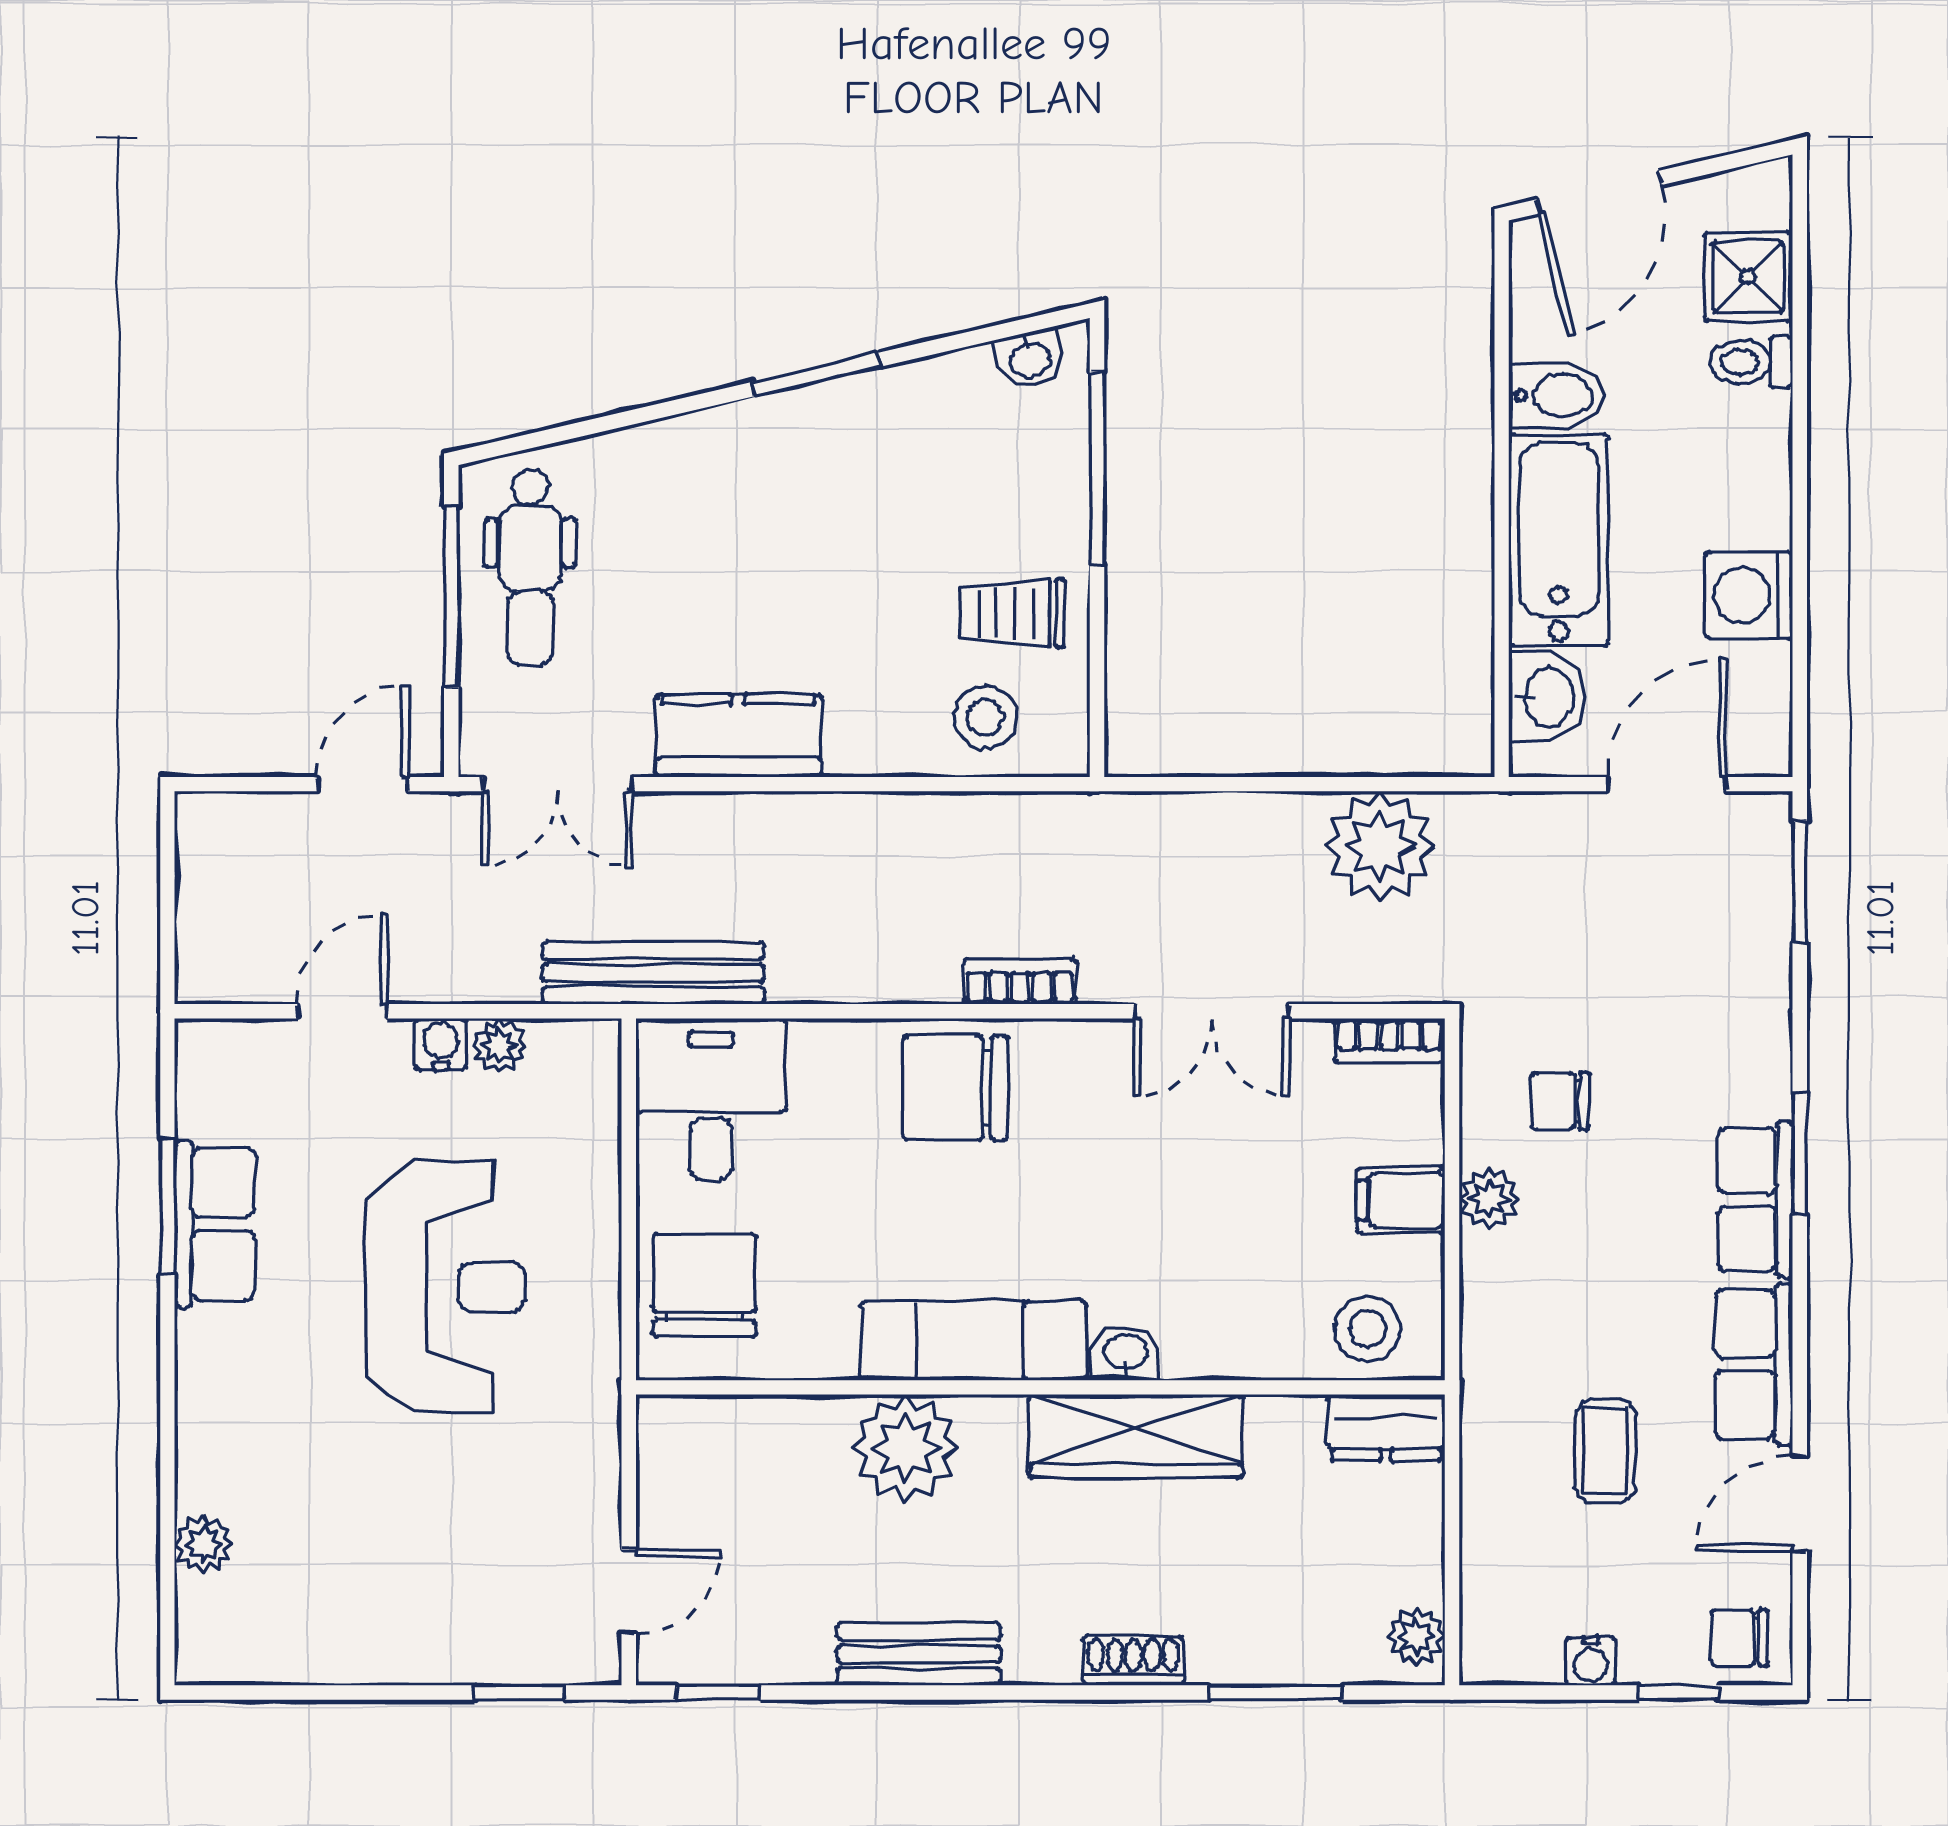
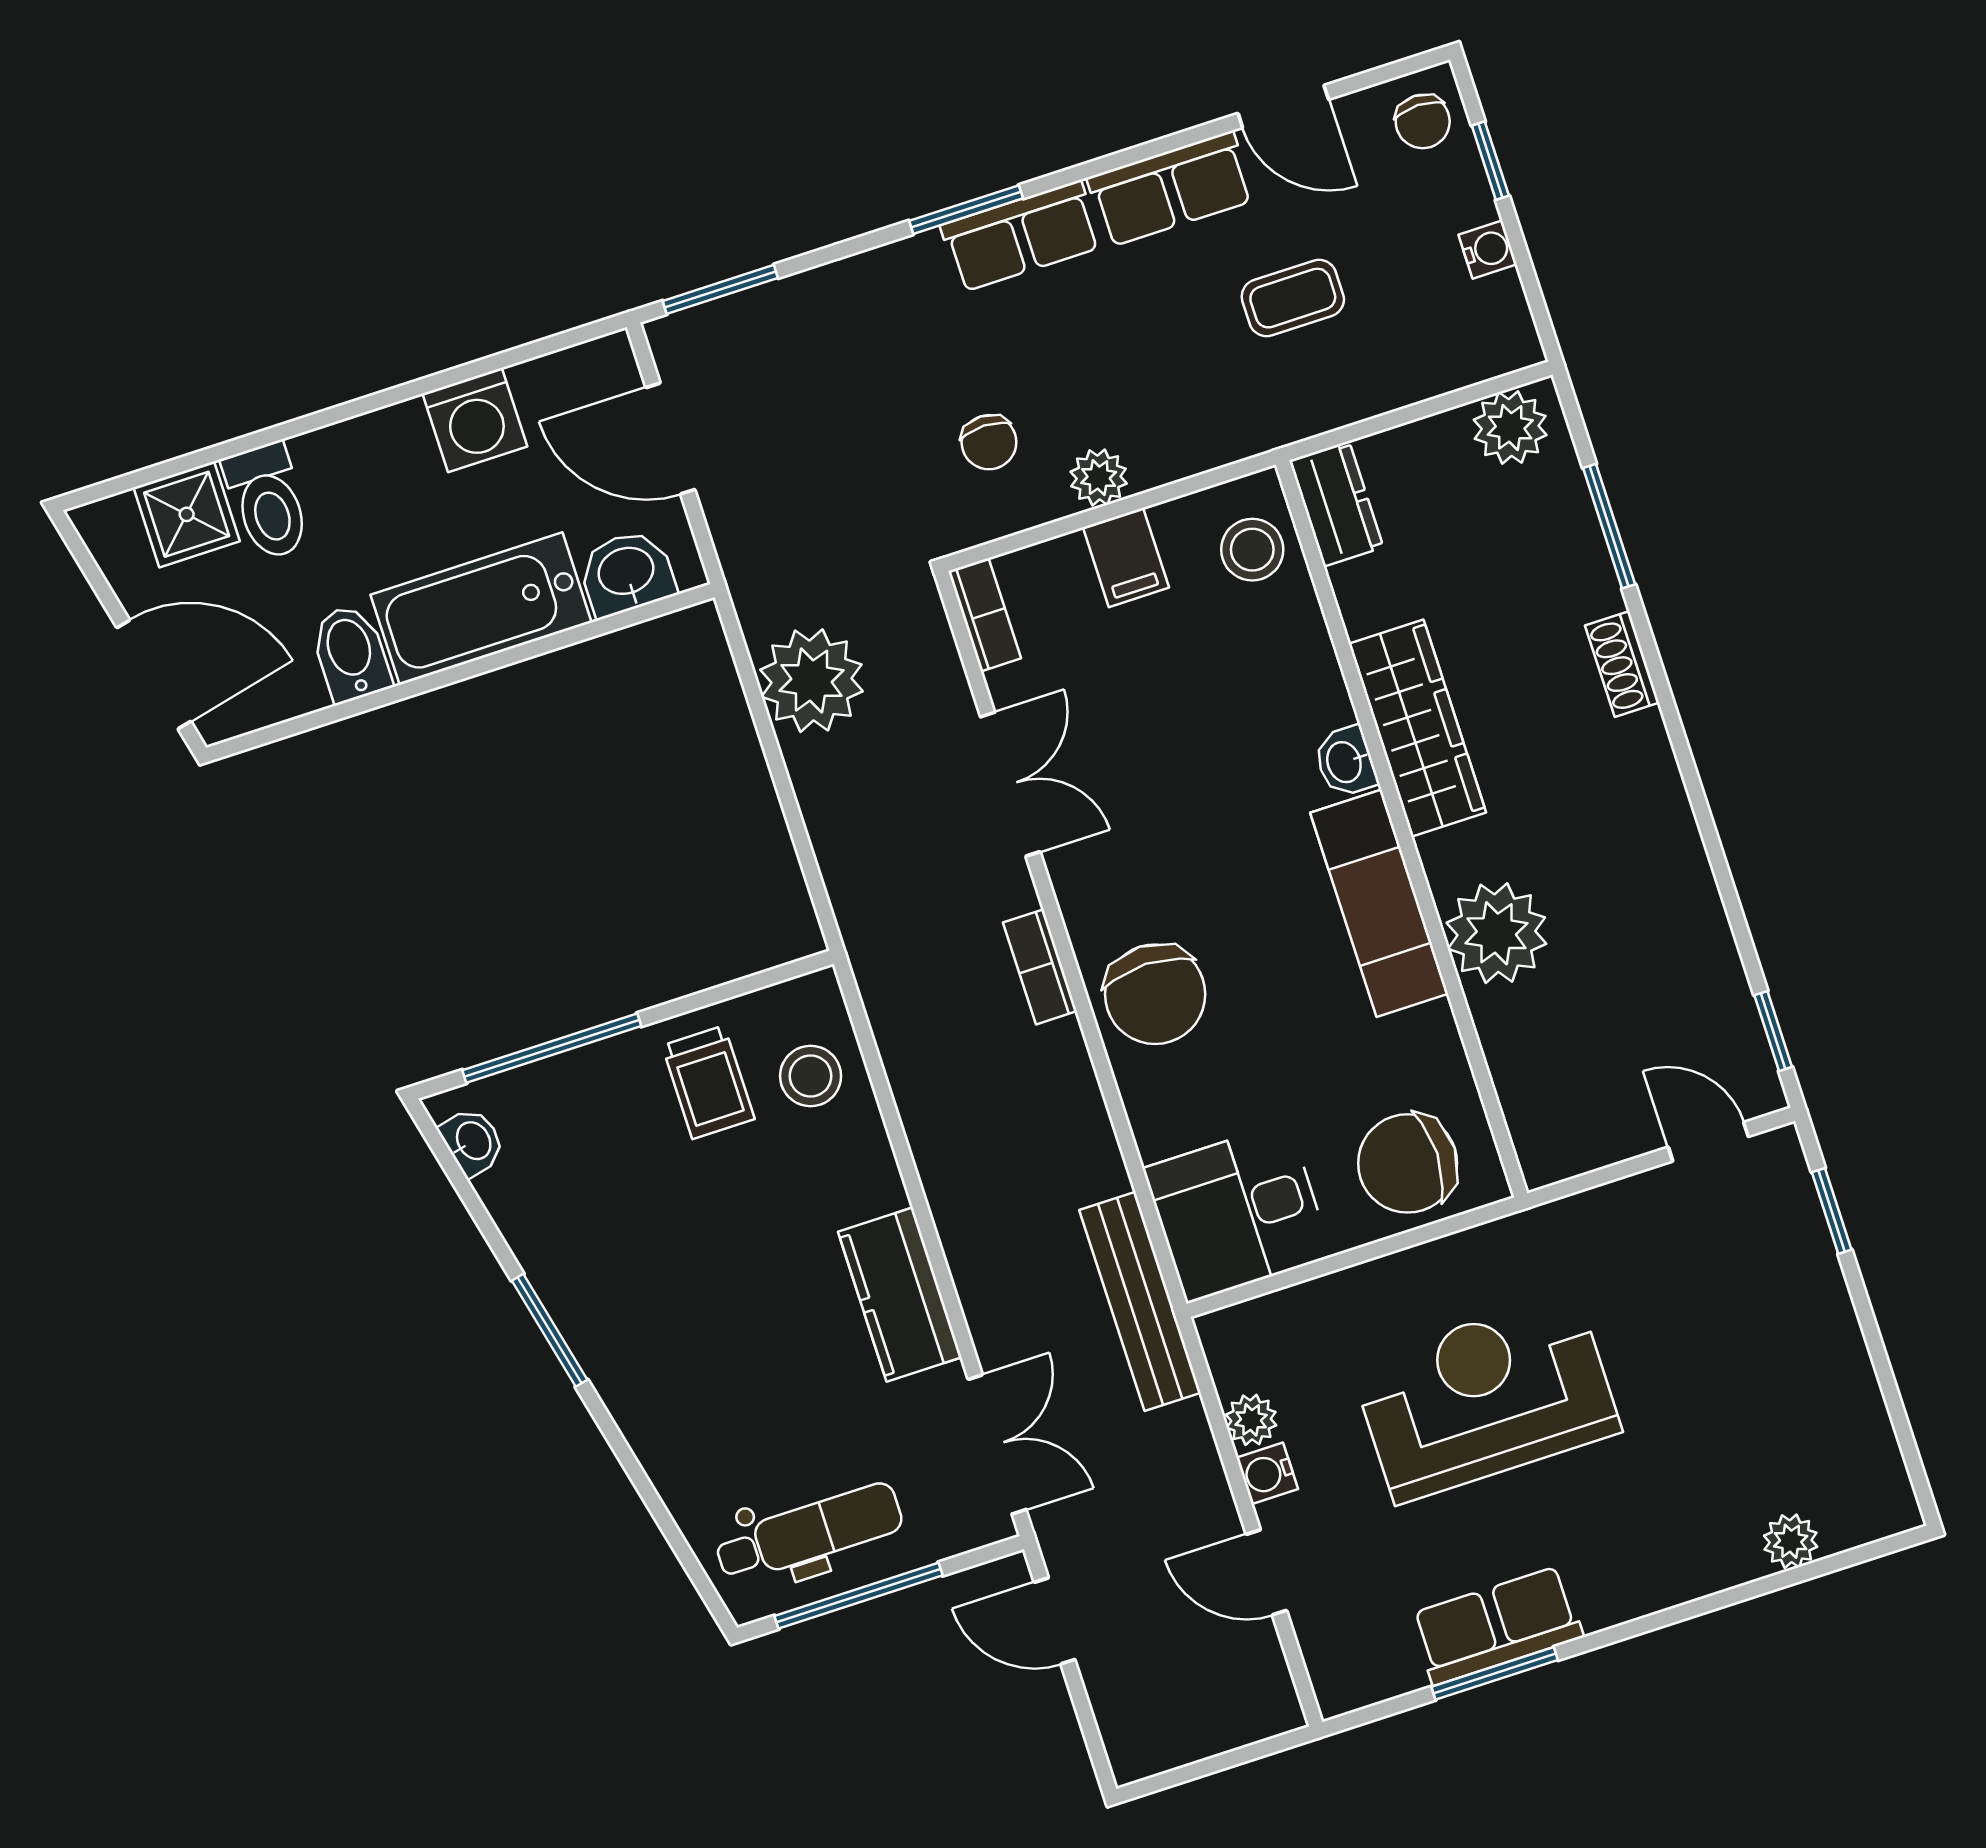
toilet: (1751, 362) -> (268, 501), width x1.37, depth x1.39
plant: (1416, 1636) -> (1510, 427), width x1.38, depth x1.38
bench: (919, 1654) -> (1679, 861), removed

